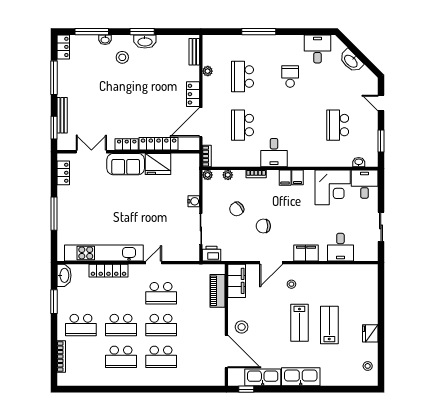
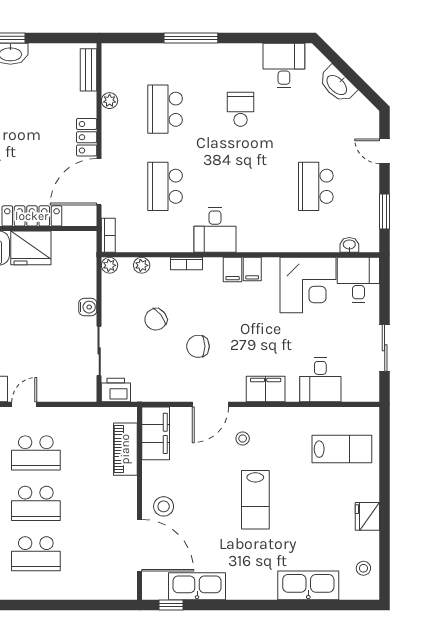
lab bench: (329, 325) -> (342, 449), moved, turned 90
kitchen sink: (301, 377) -> (308, 585), moved

